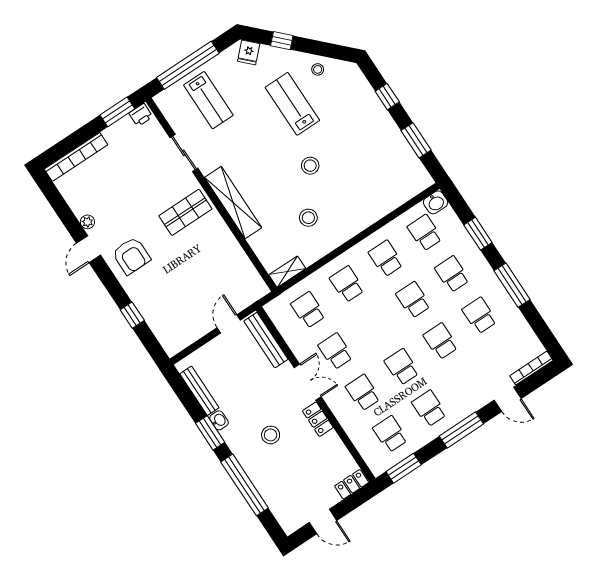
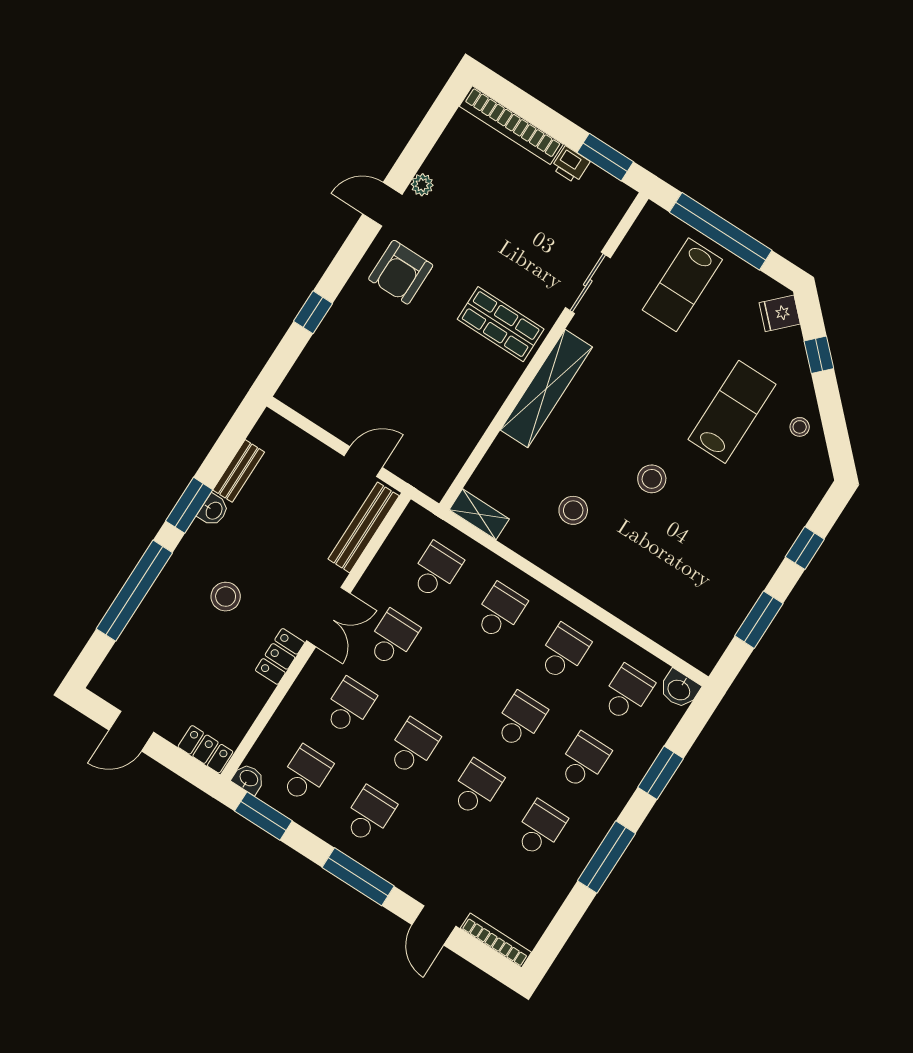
printer: (141, 115) -> (571, 165), moved
bench: (199, 391) -> (239, 471), width x0.73
washbasin: (379, 467) -> (248, 779), added
door: (323, 522) -> (131, 731), hinge flipped

